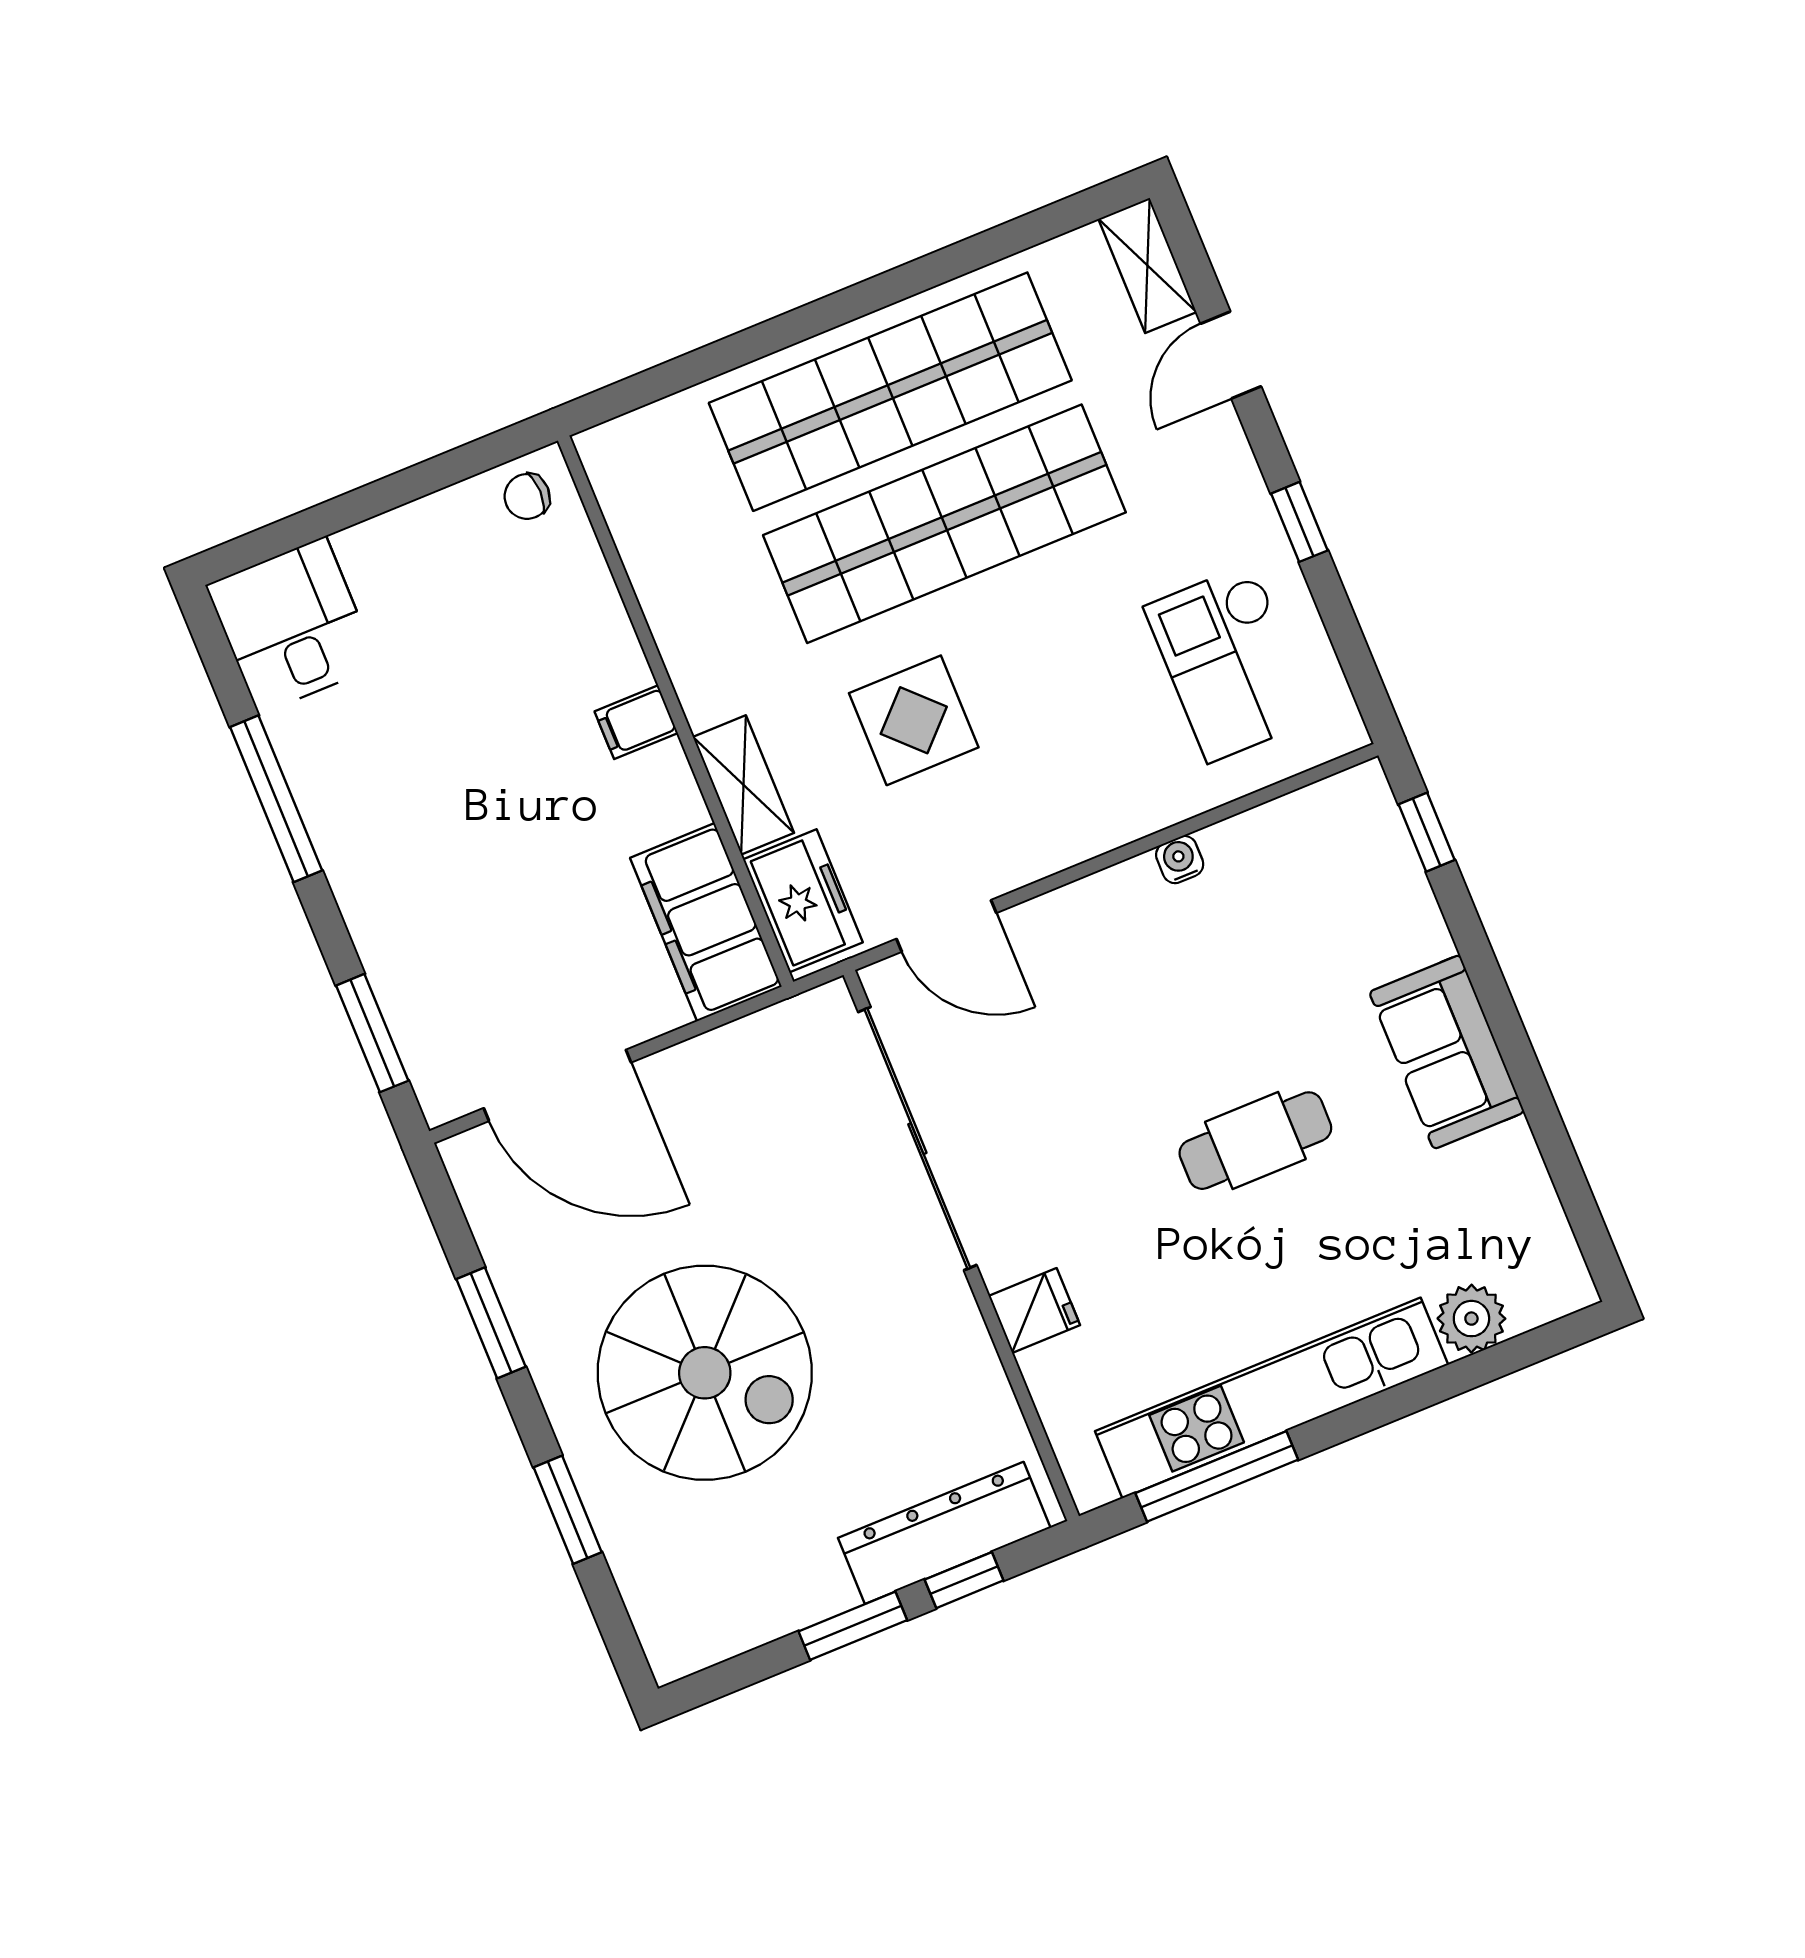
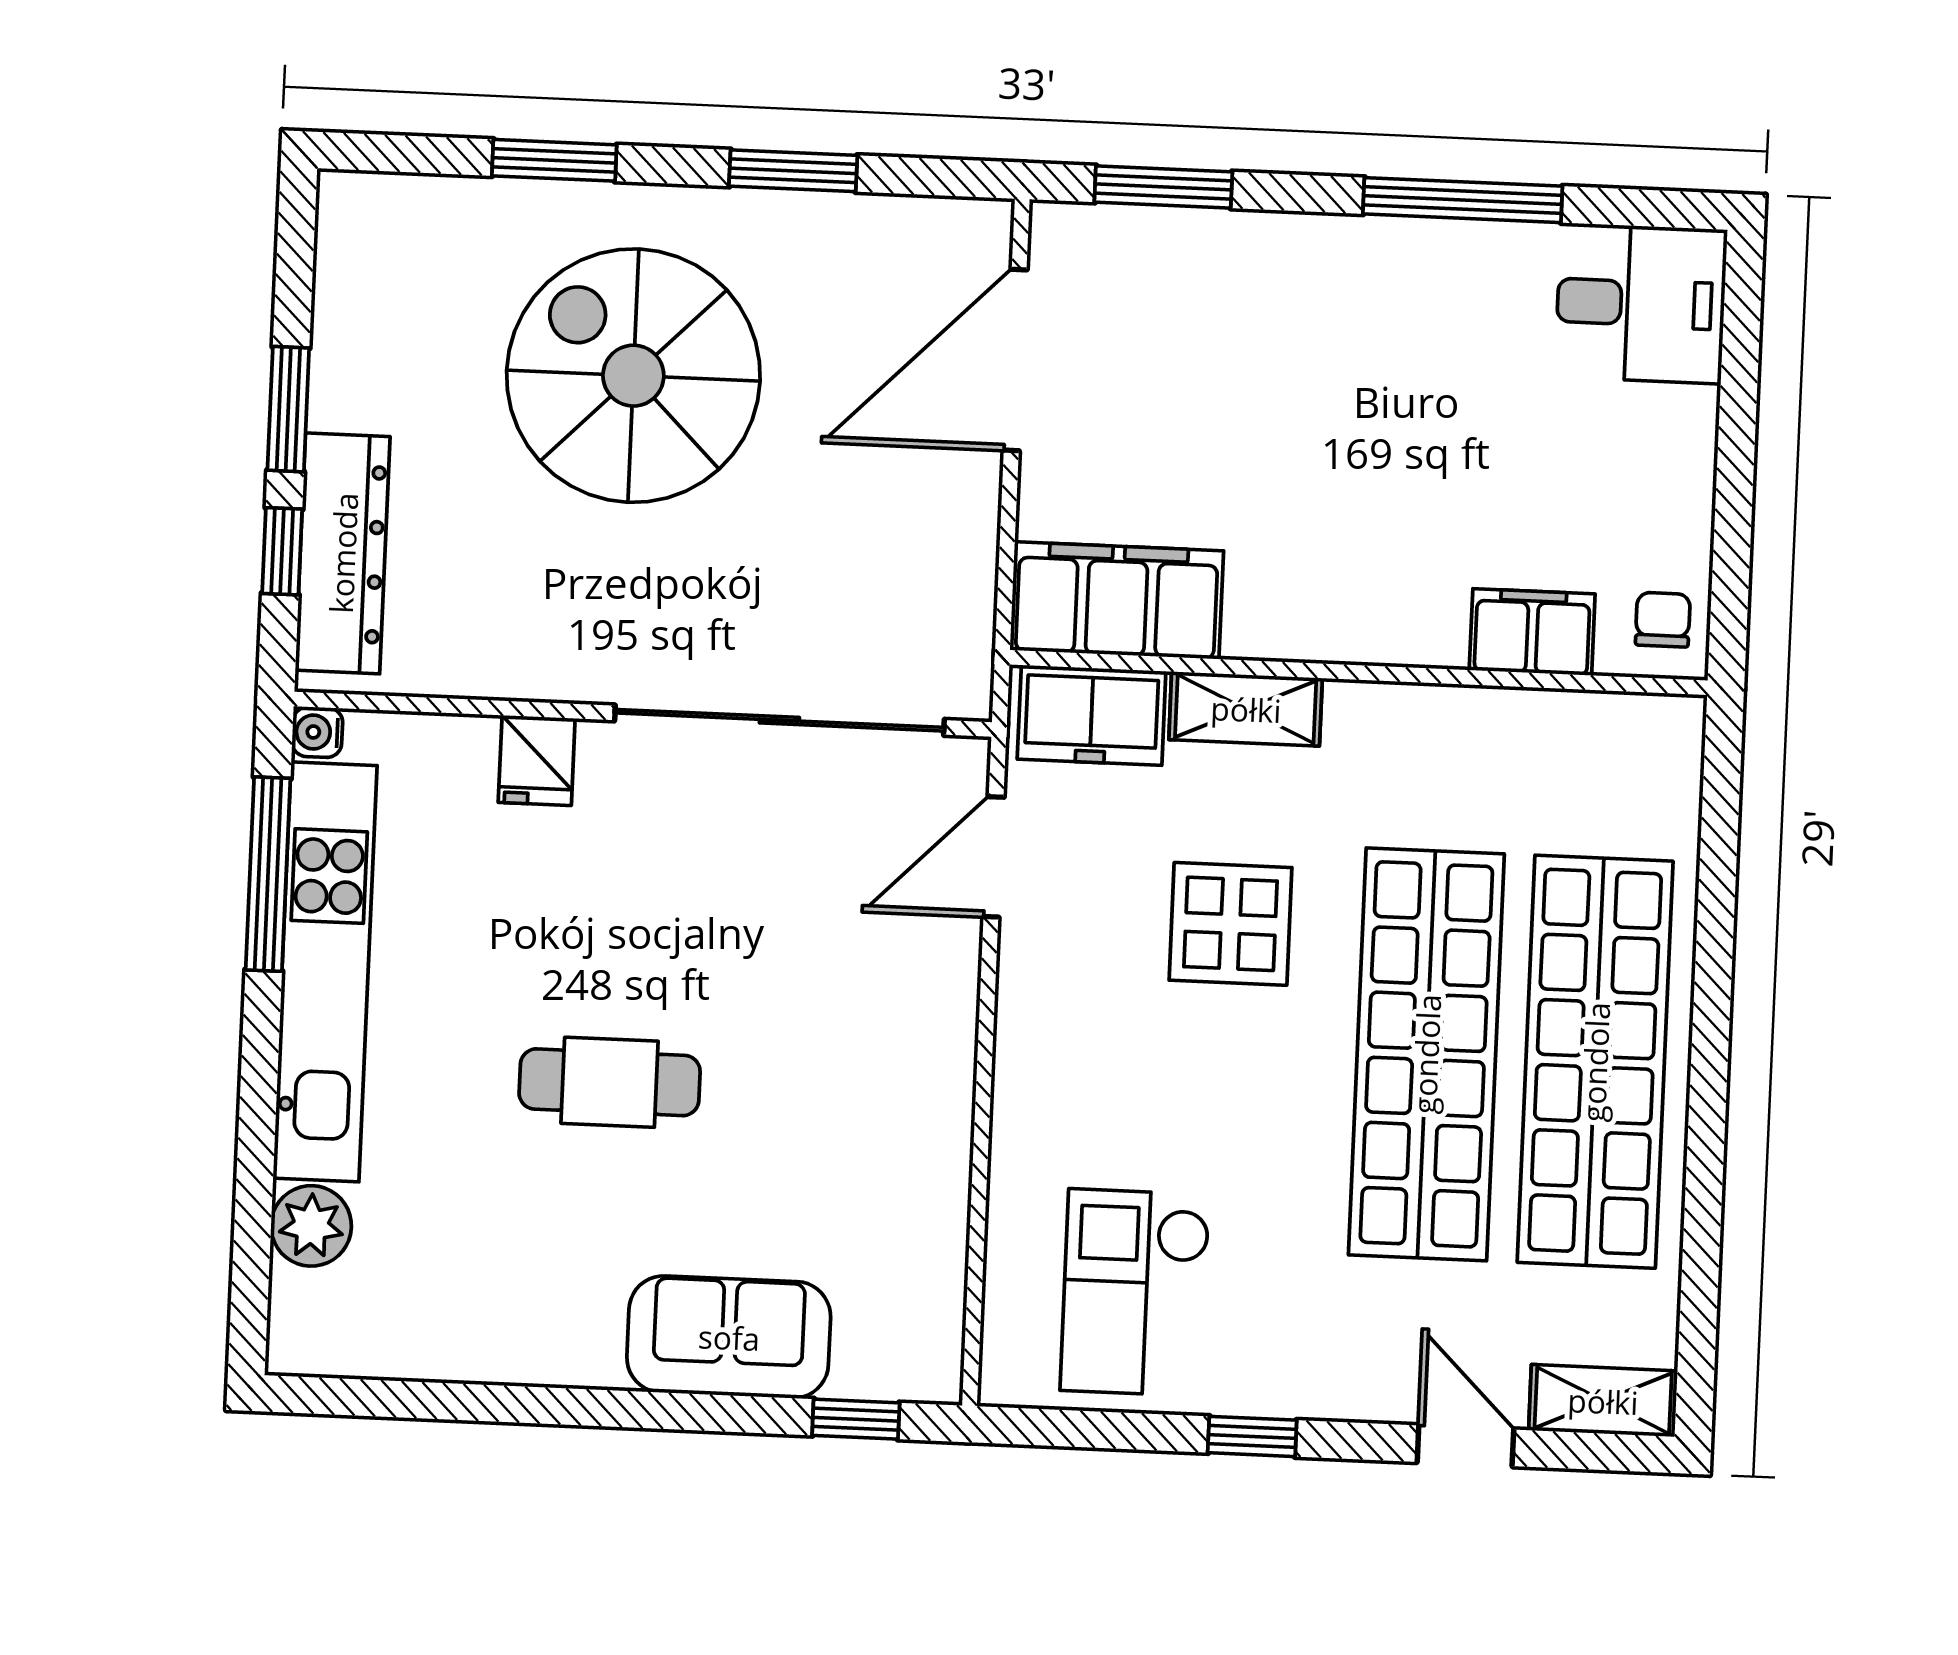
checkout: (1230, 663) -> (1135, 1292), turned -90
filing cabinet: (636, 722) -> (1532, 632), moved, width x2.00
water cooler: (1180, 860) -> (317, 732), moved, turned 180
sofa: (1447, 1052) -> (729, 1337), moved
cafe table: (1255, 1141) -> (610, 1082), turned 90
spiral stairs: (705, 1373) -> (633, 376), turned 90

